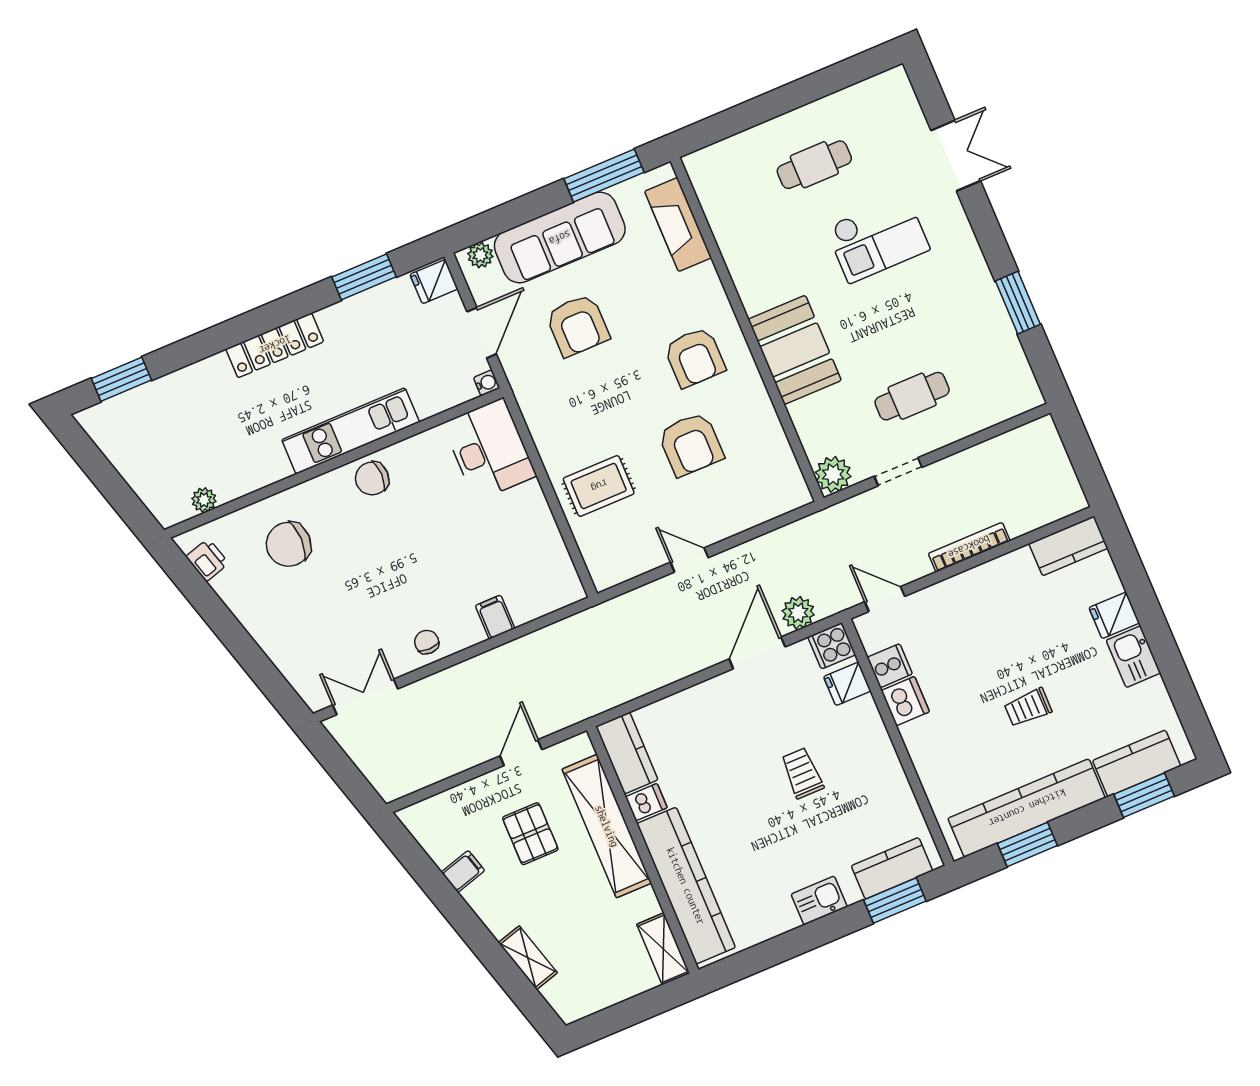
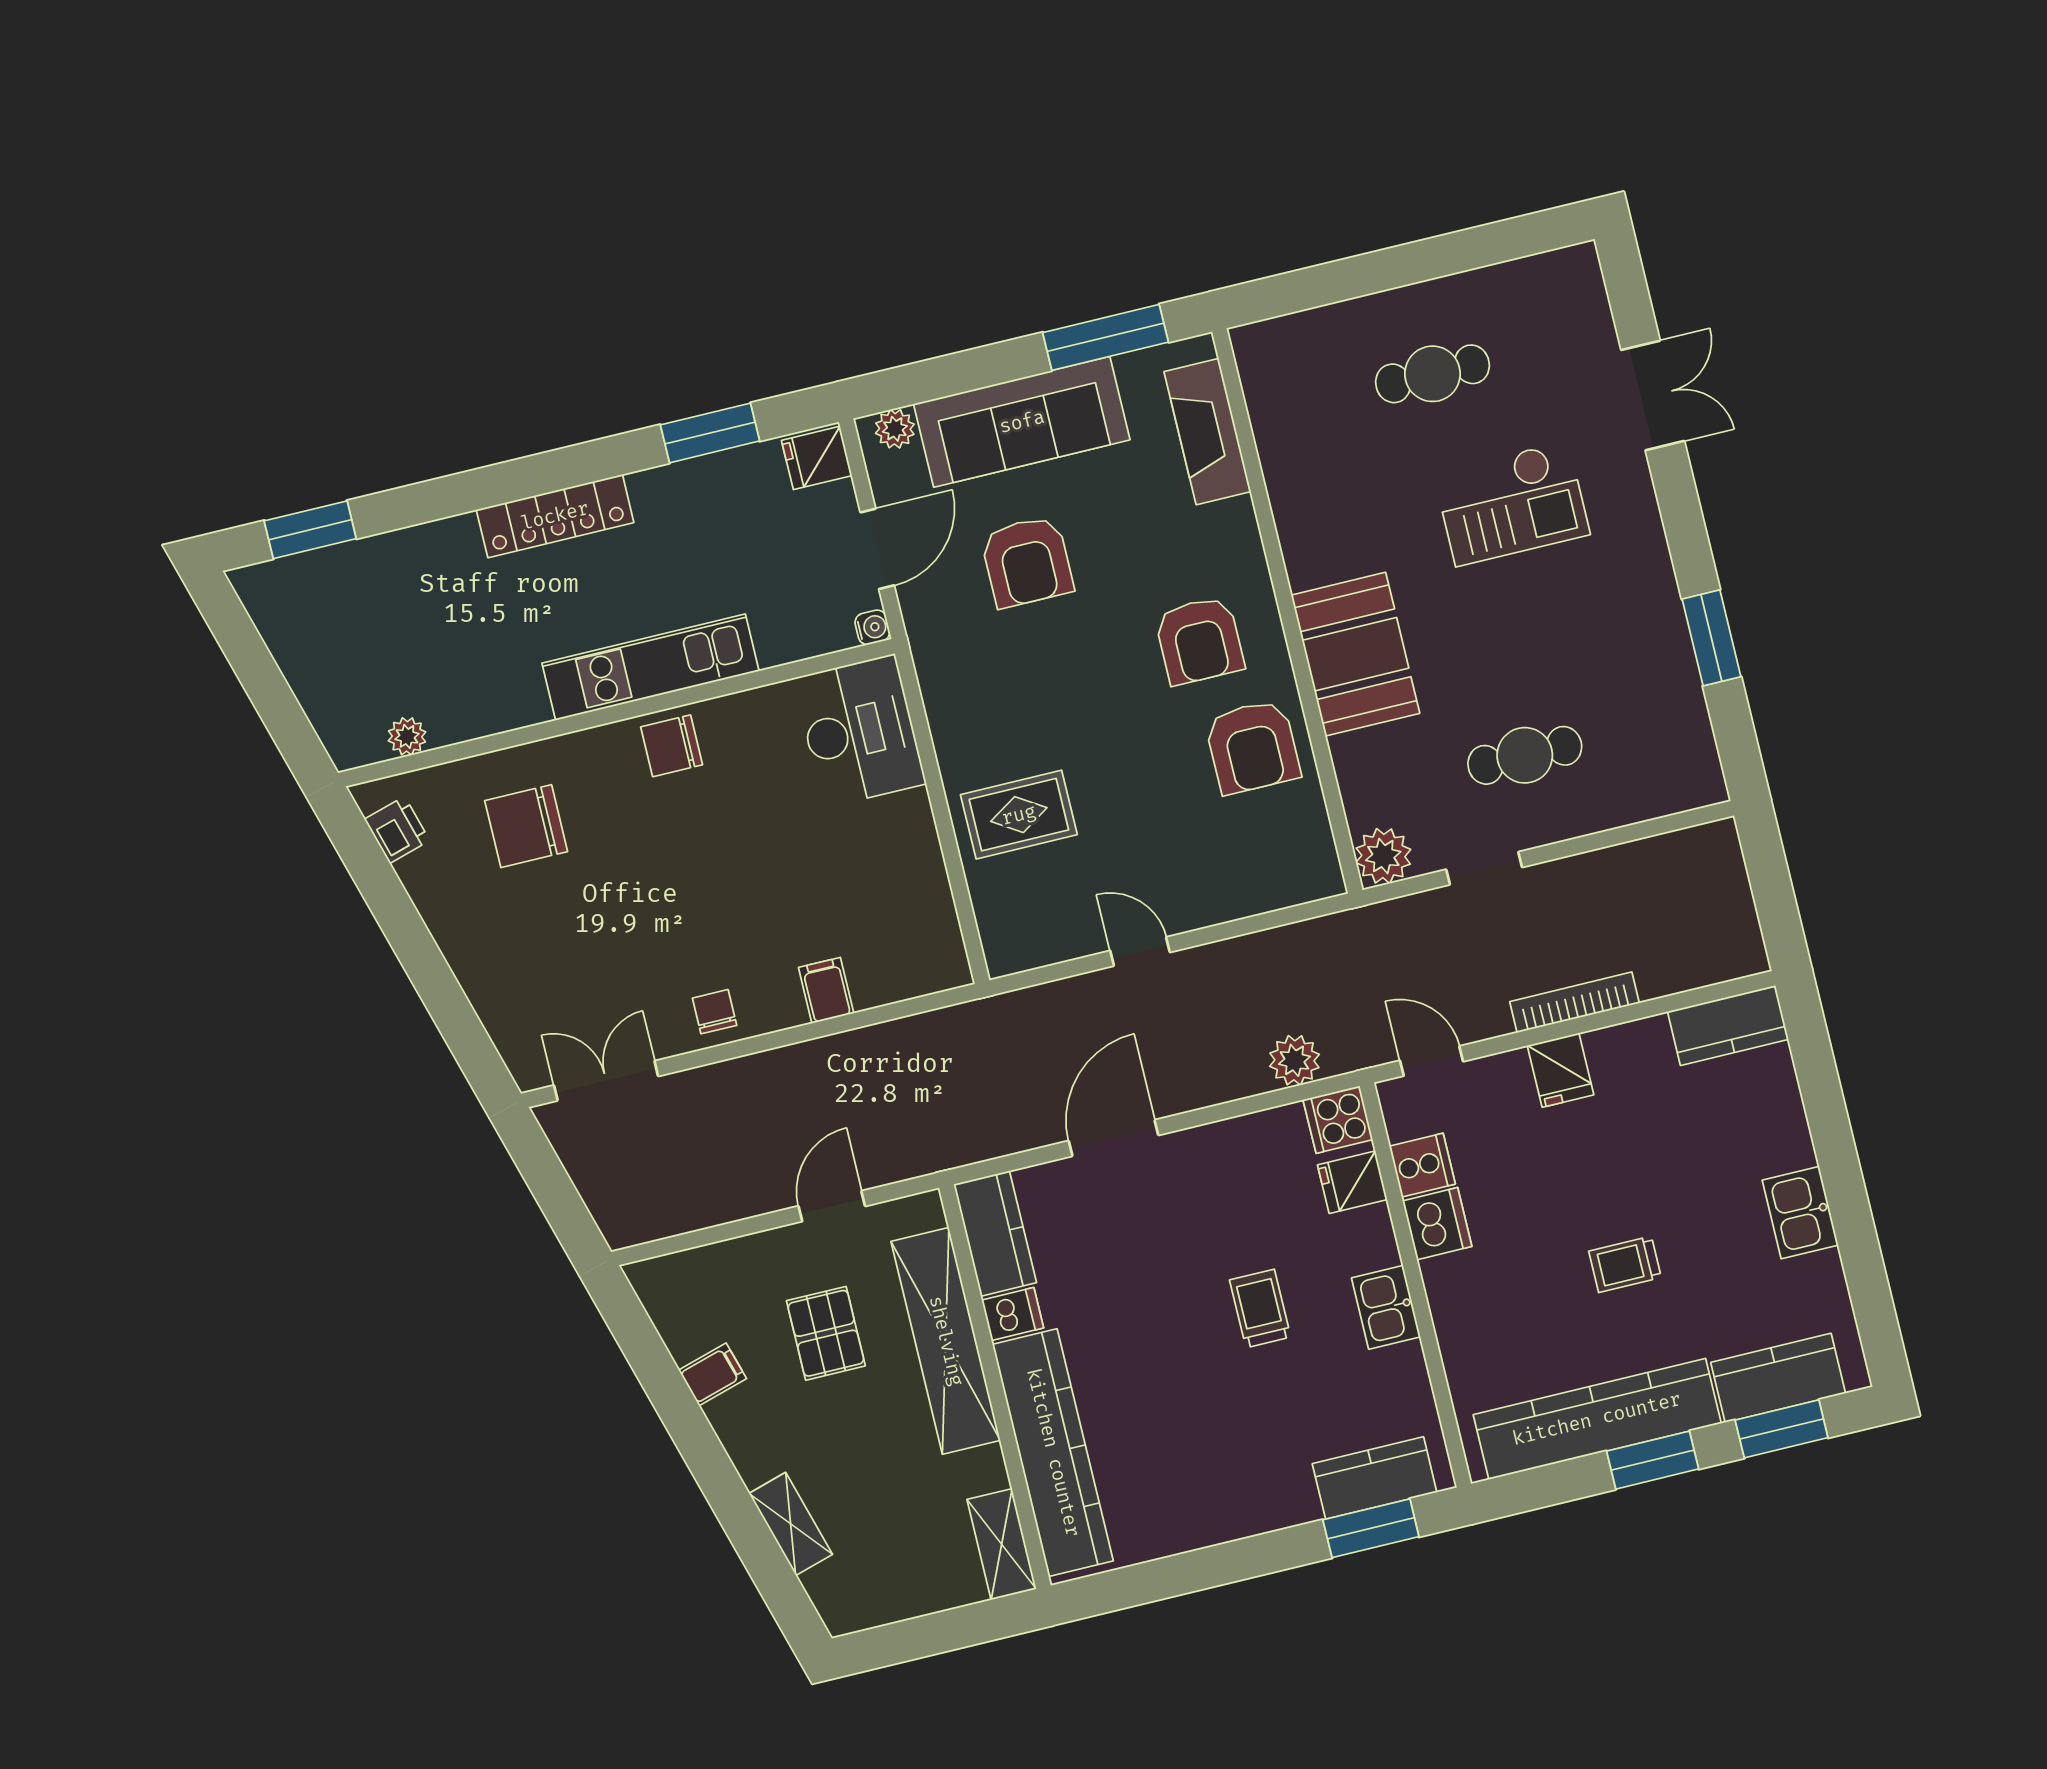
armchair: (691, 444) -> (1253, 747), moved
fridge: (1114, 615) -> (1561, 1070), moved, turned -90
door: (757, 653) -> (1113, 1138), moved
window: (1027, 844) -> (1653, 1460), moved
kitchen sink: (819, 900) -> (1386, 1307), moved, turned -90

